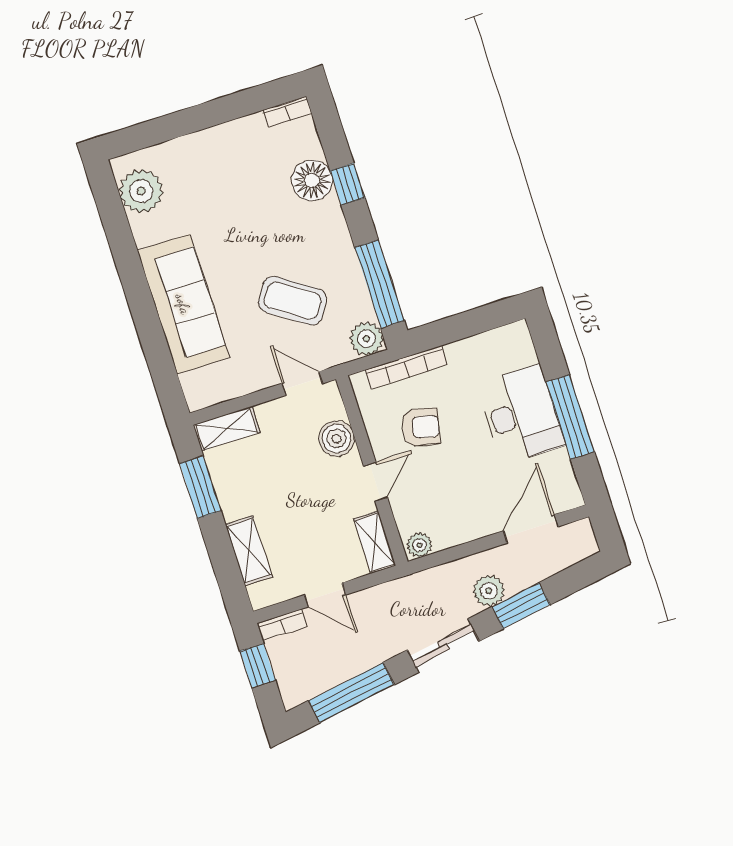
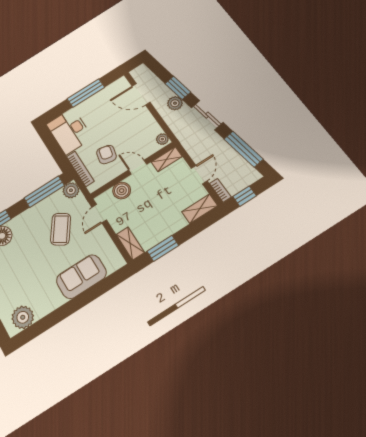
sofa: (183, 304) -> (81, 277), width x0.73
desk: (521, 414) -> (69, 131), moved, turned -90
shelving: (249, 551) -> (200, 209), moved

